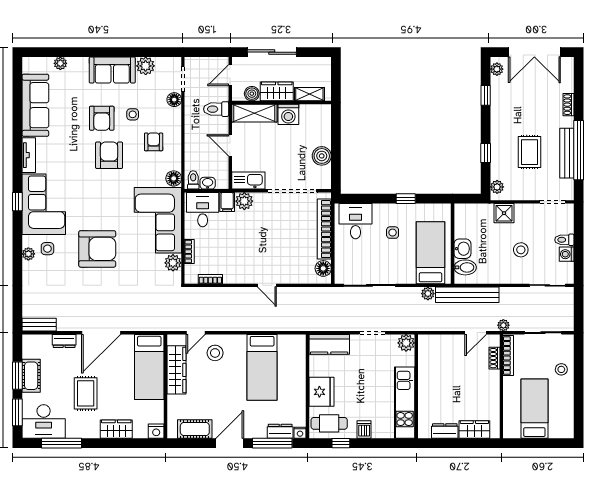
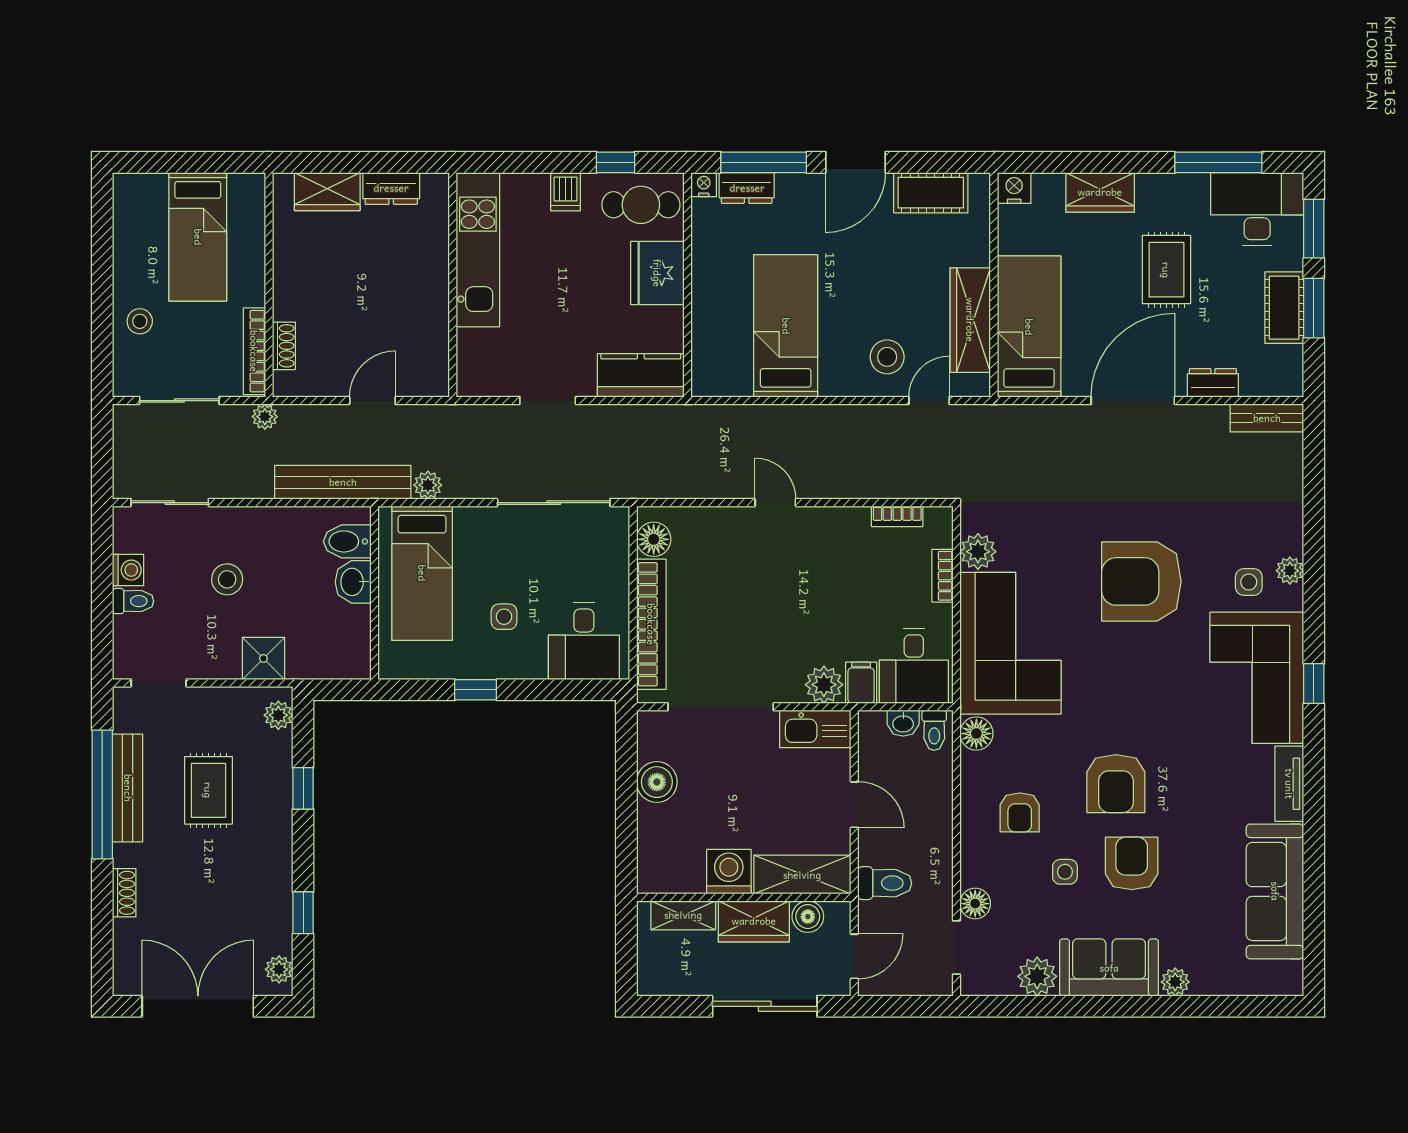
plant: (60, 63) -> (1175, 982), moved
door: (476, 333) -> (372, 401), moved
plant: (406, 343) -> (475, 379), removed

